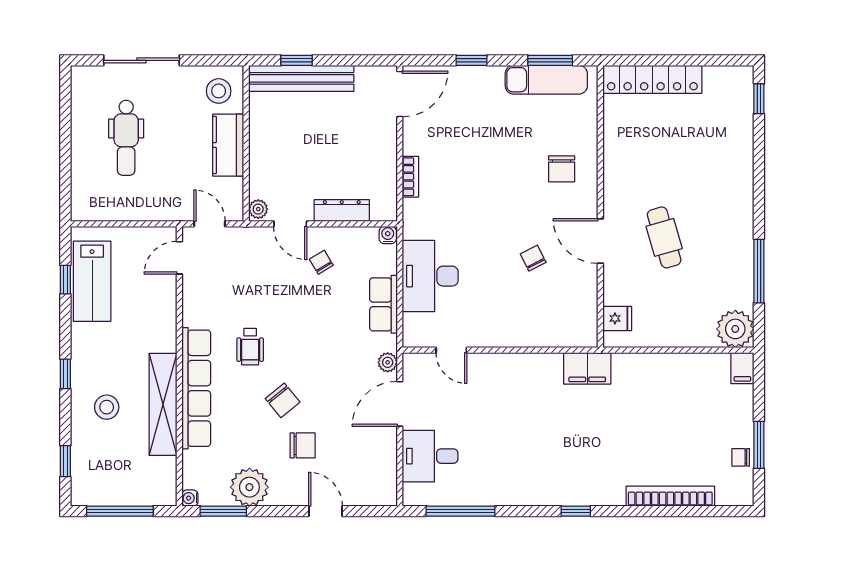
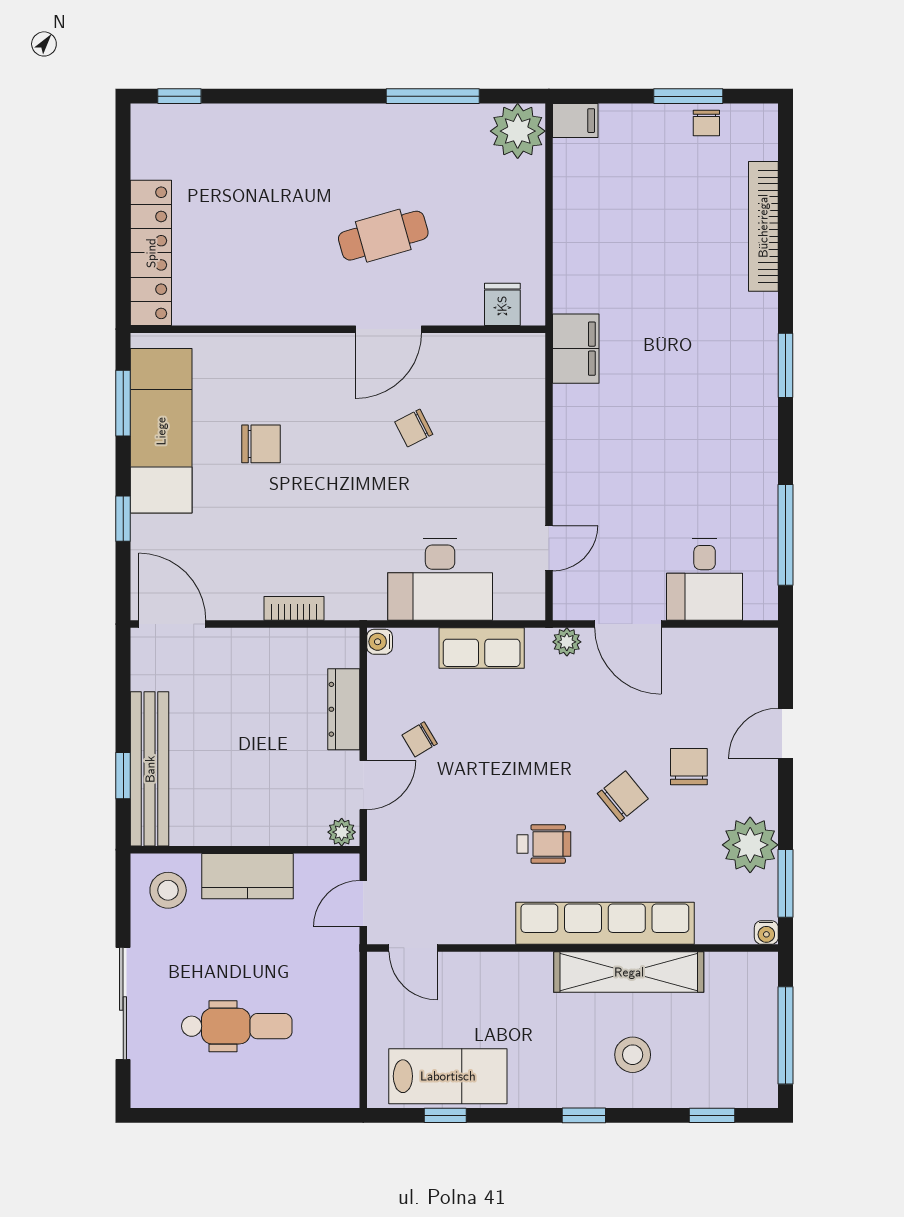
exam couch: (546, 80) -> (161, 431), width x1.36, depth x1.45
chair: (562, 169) -> (261, 444), moved
window: (576, 511) -> (786, 365), width x1.50

